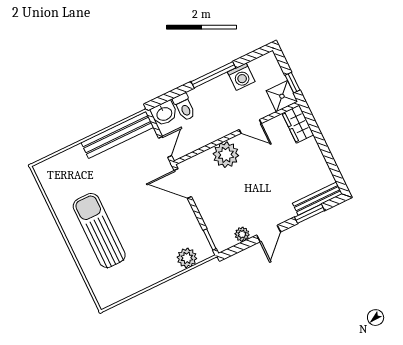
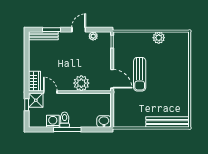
toilet: (184, 107) -> (65, 120), moved
door: (250, 126) -> (50, 92), moved
bench: (117, 135) -> (167, 122), moved
door: (165, 147) -> (112, 103), removed
sun lounger: (99, 231) -> (140, 74), moved, width x0.73, depth x0.75
plant: (187, 258) -> (159, 38), moved

